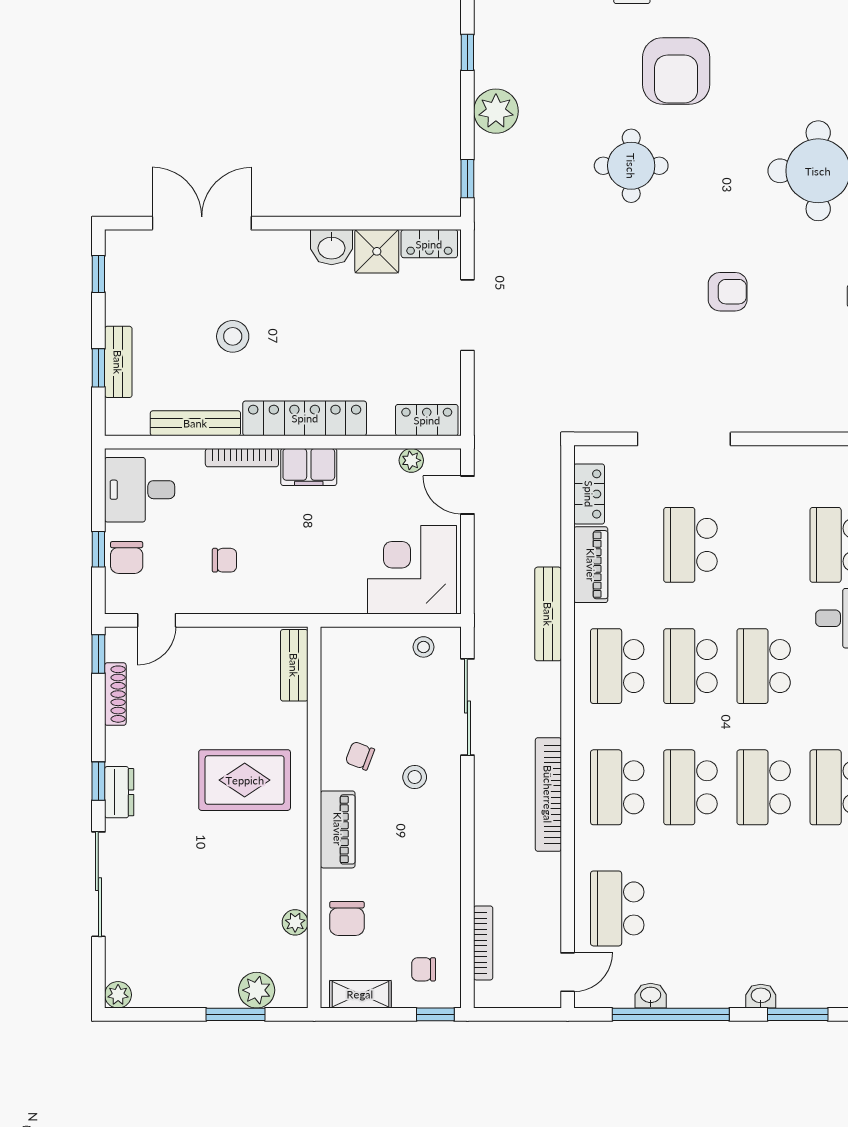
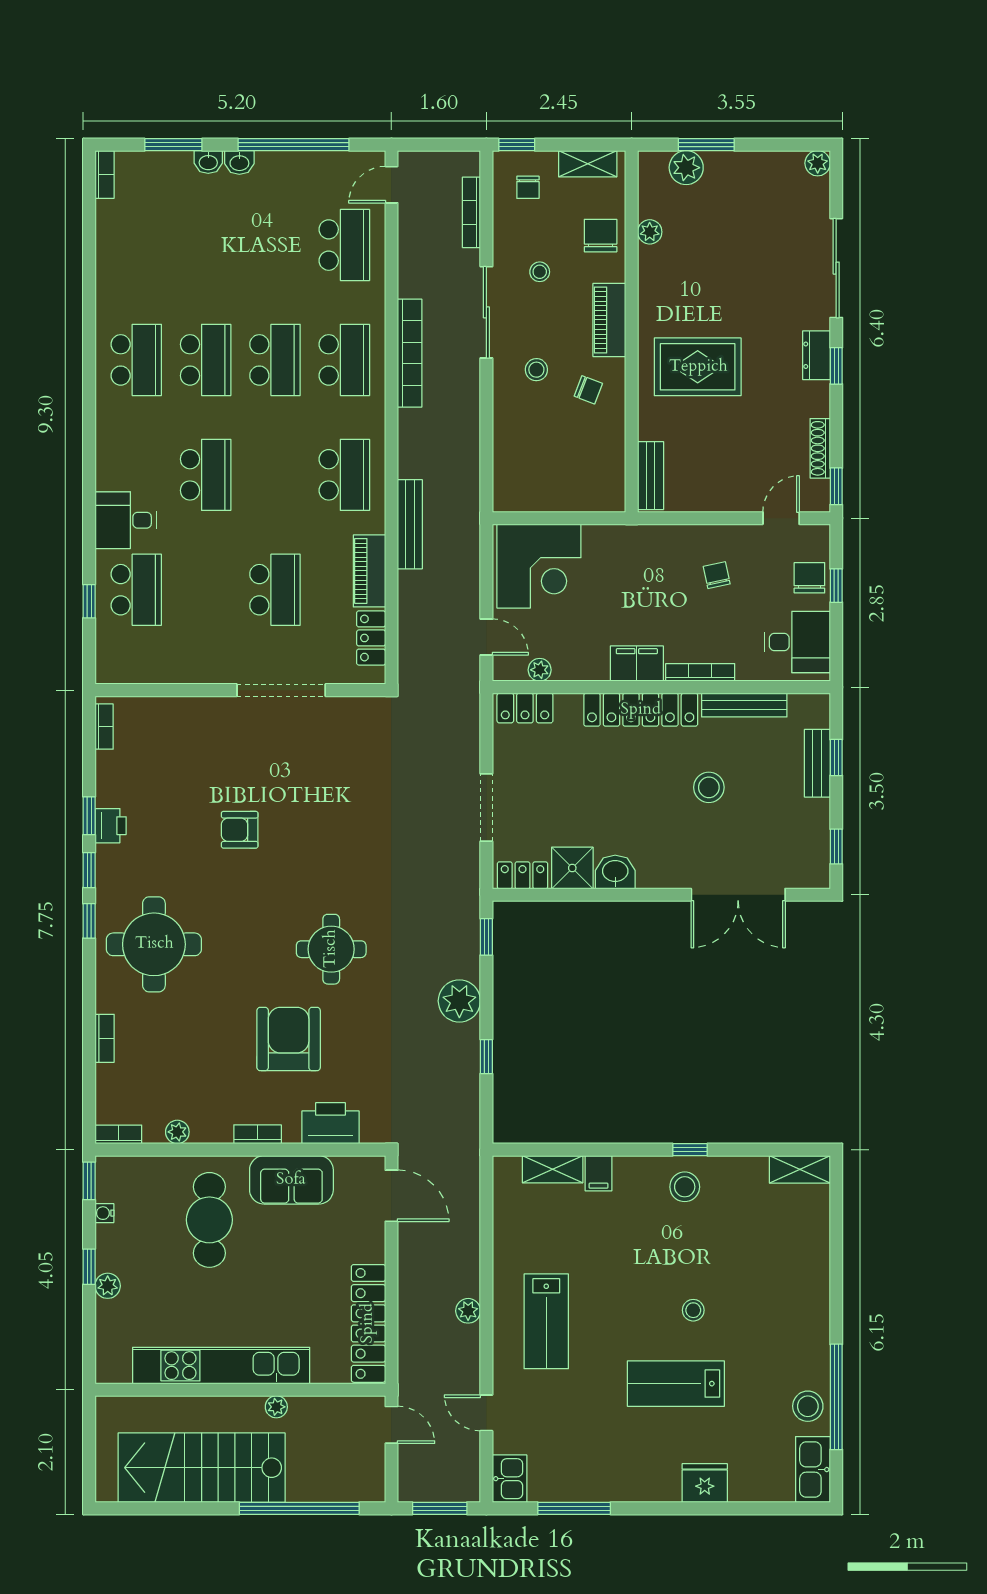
chair: (224, 560) -> (717, 575), turned 78
stool: (424, 647) -> (540, 272), moved
school desk: (690, 666) -> (275, 475), removed
sliding door: (467, 707) -> (486, 312), moved
chair: (424, 969) -> (528, 187), turned 90
washbasin: (651, 996) -> (239, 162), moved

